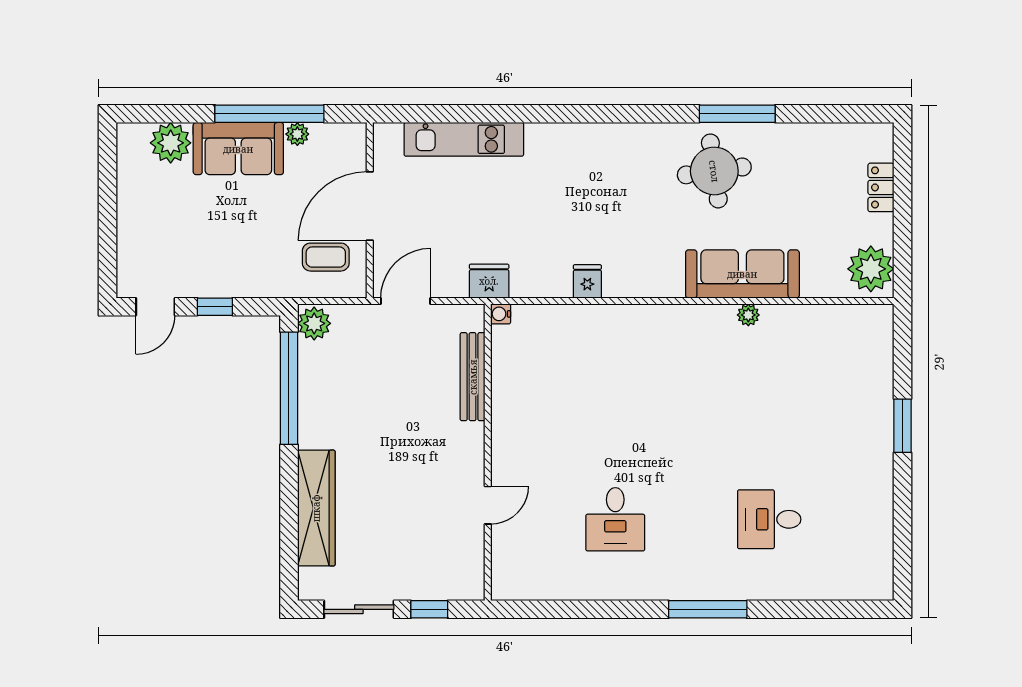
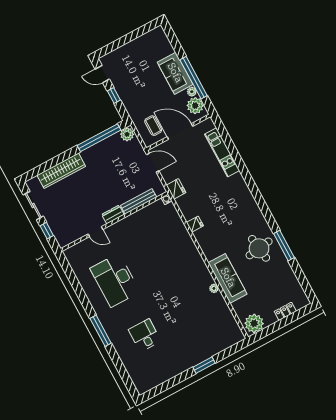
plant: (171, 143) -> (195, 106), moved
dresser: (471, 447) -> (113, 215), added
desk: (615, 519) -> (115, 280), width x1.87, depth x1.30

